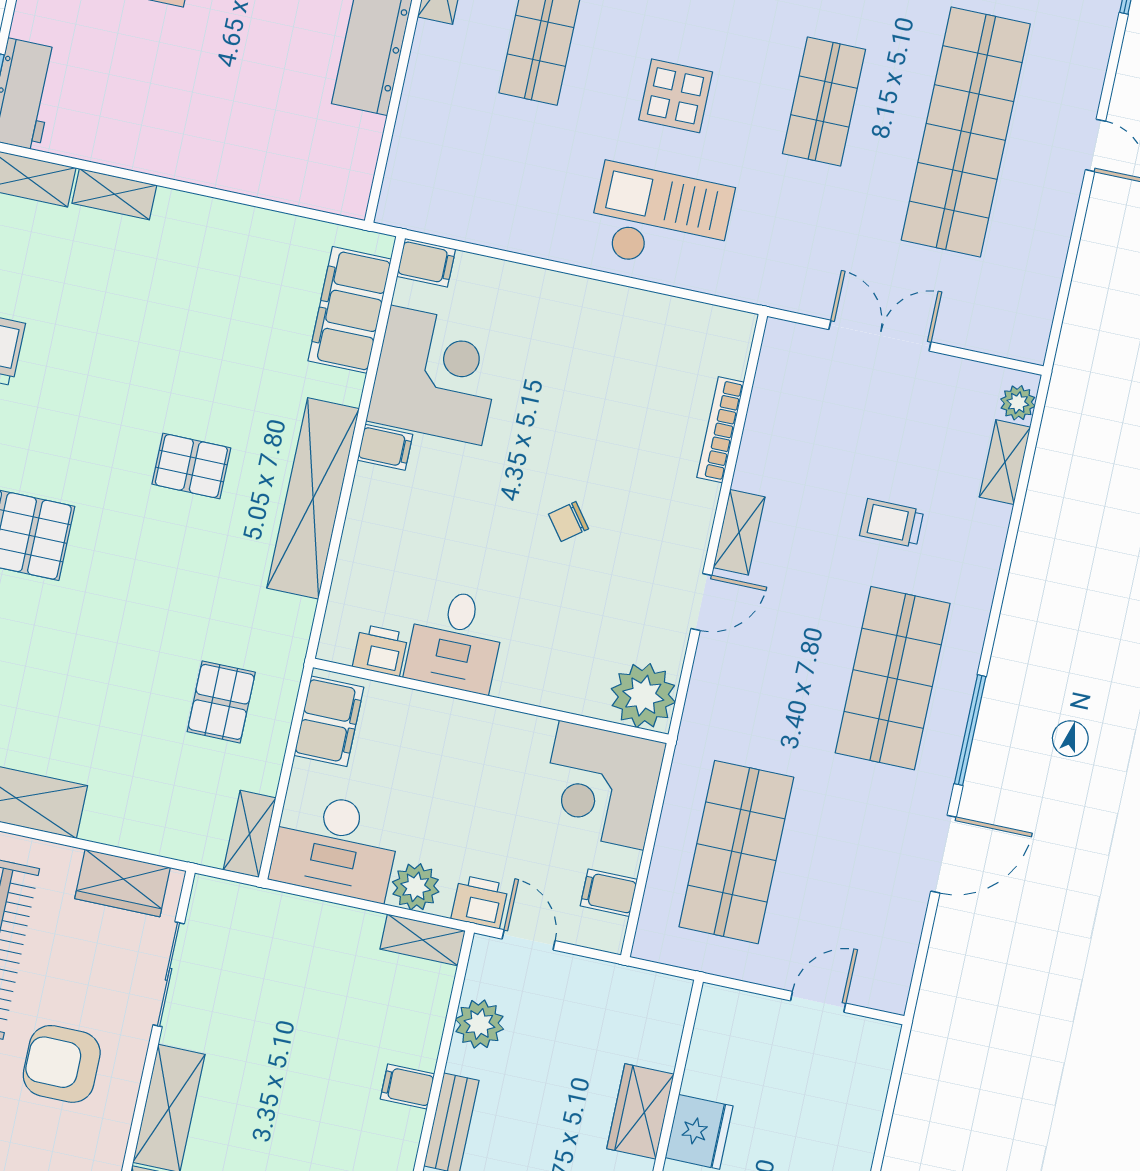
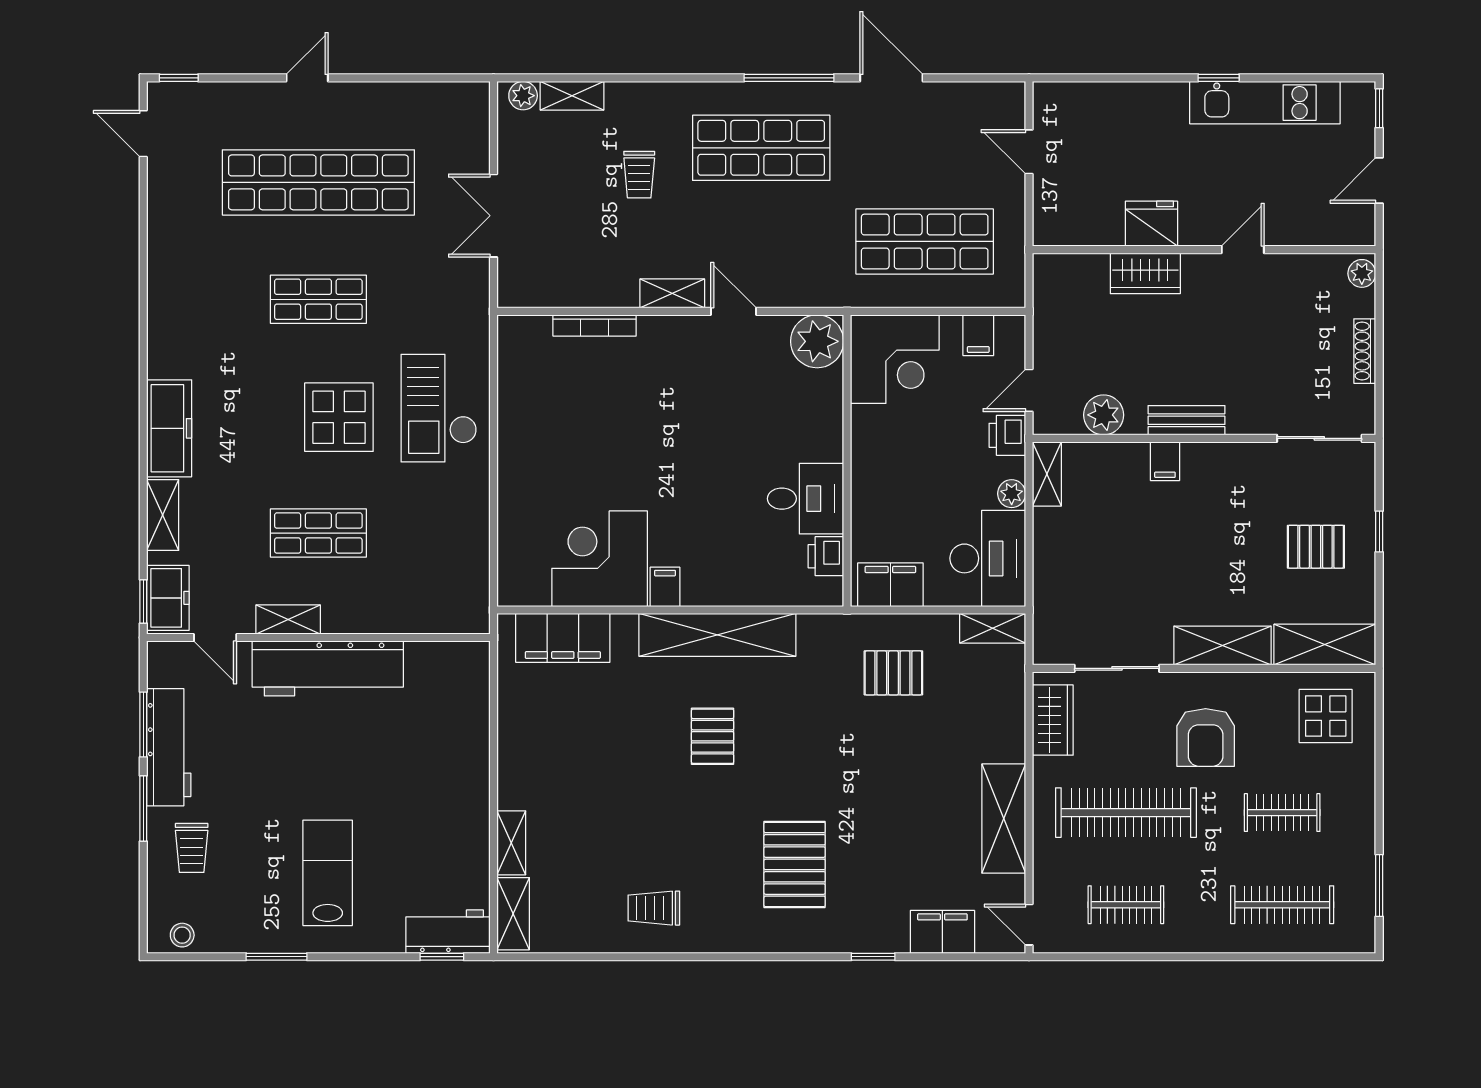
display table: (676, 96) -> (339, 417), width x1.36, depth x1.36
filing cabinet: (426, 263) -> (513, 586), removed
chair: (569, 521) -> (692, 430), removed
plant: (416, 887) -> (1012, 494), width x0.73, depth x0.73

